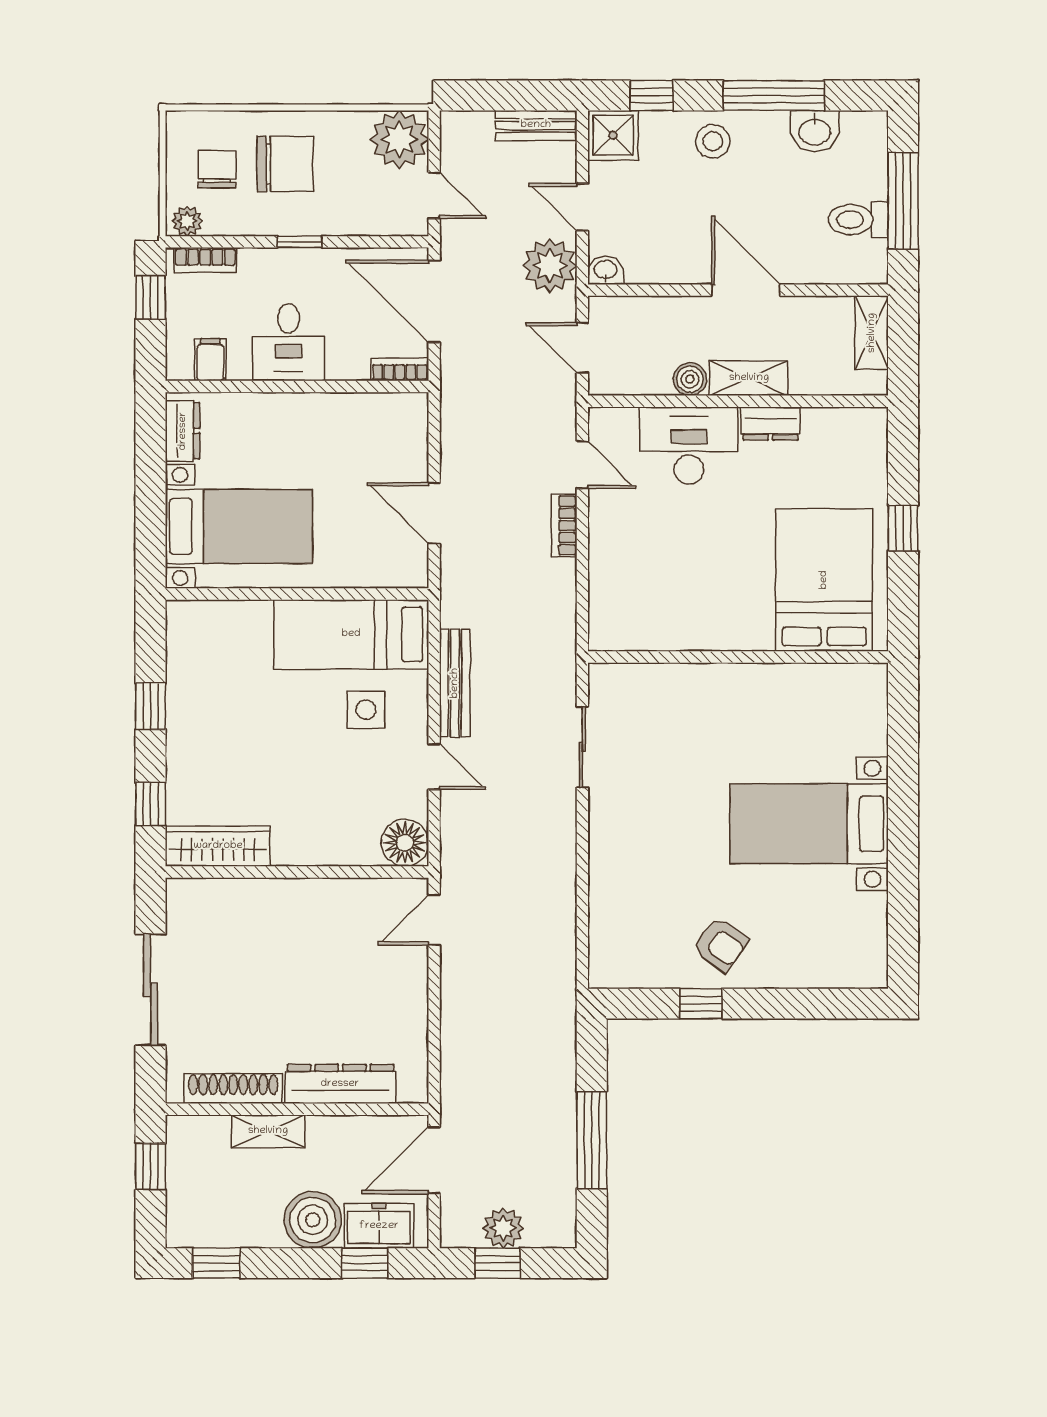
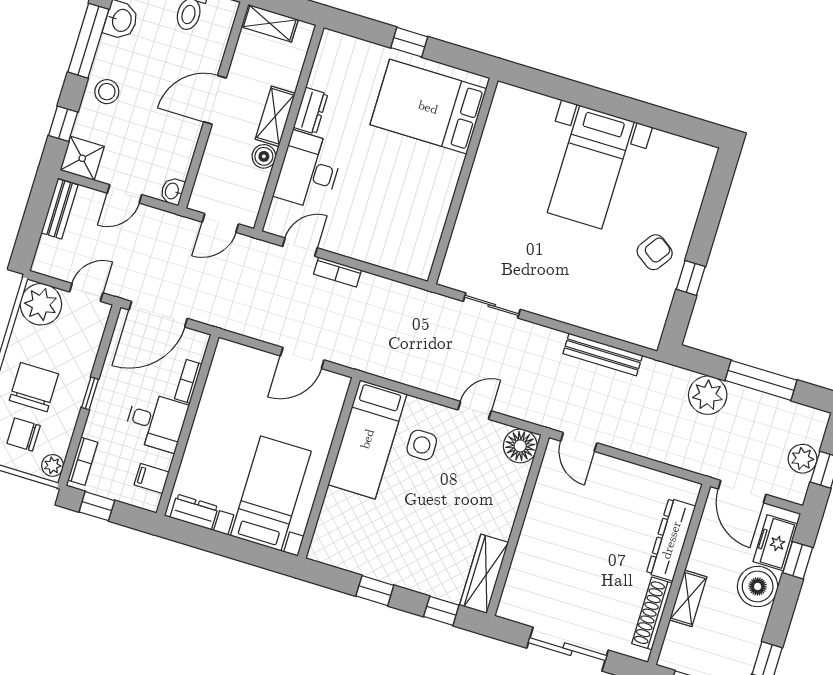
plant: (550, 266) -> (708, 395), moved
bookcase: (400, 369) -> (188, 381), moved
bench: (455, 683) -> (603, 355), moved

